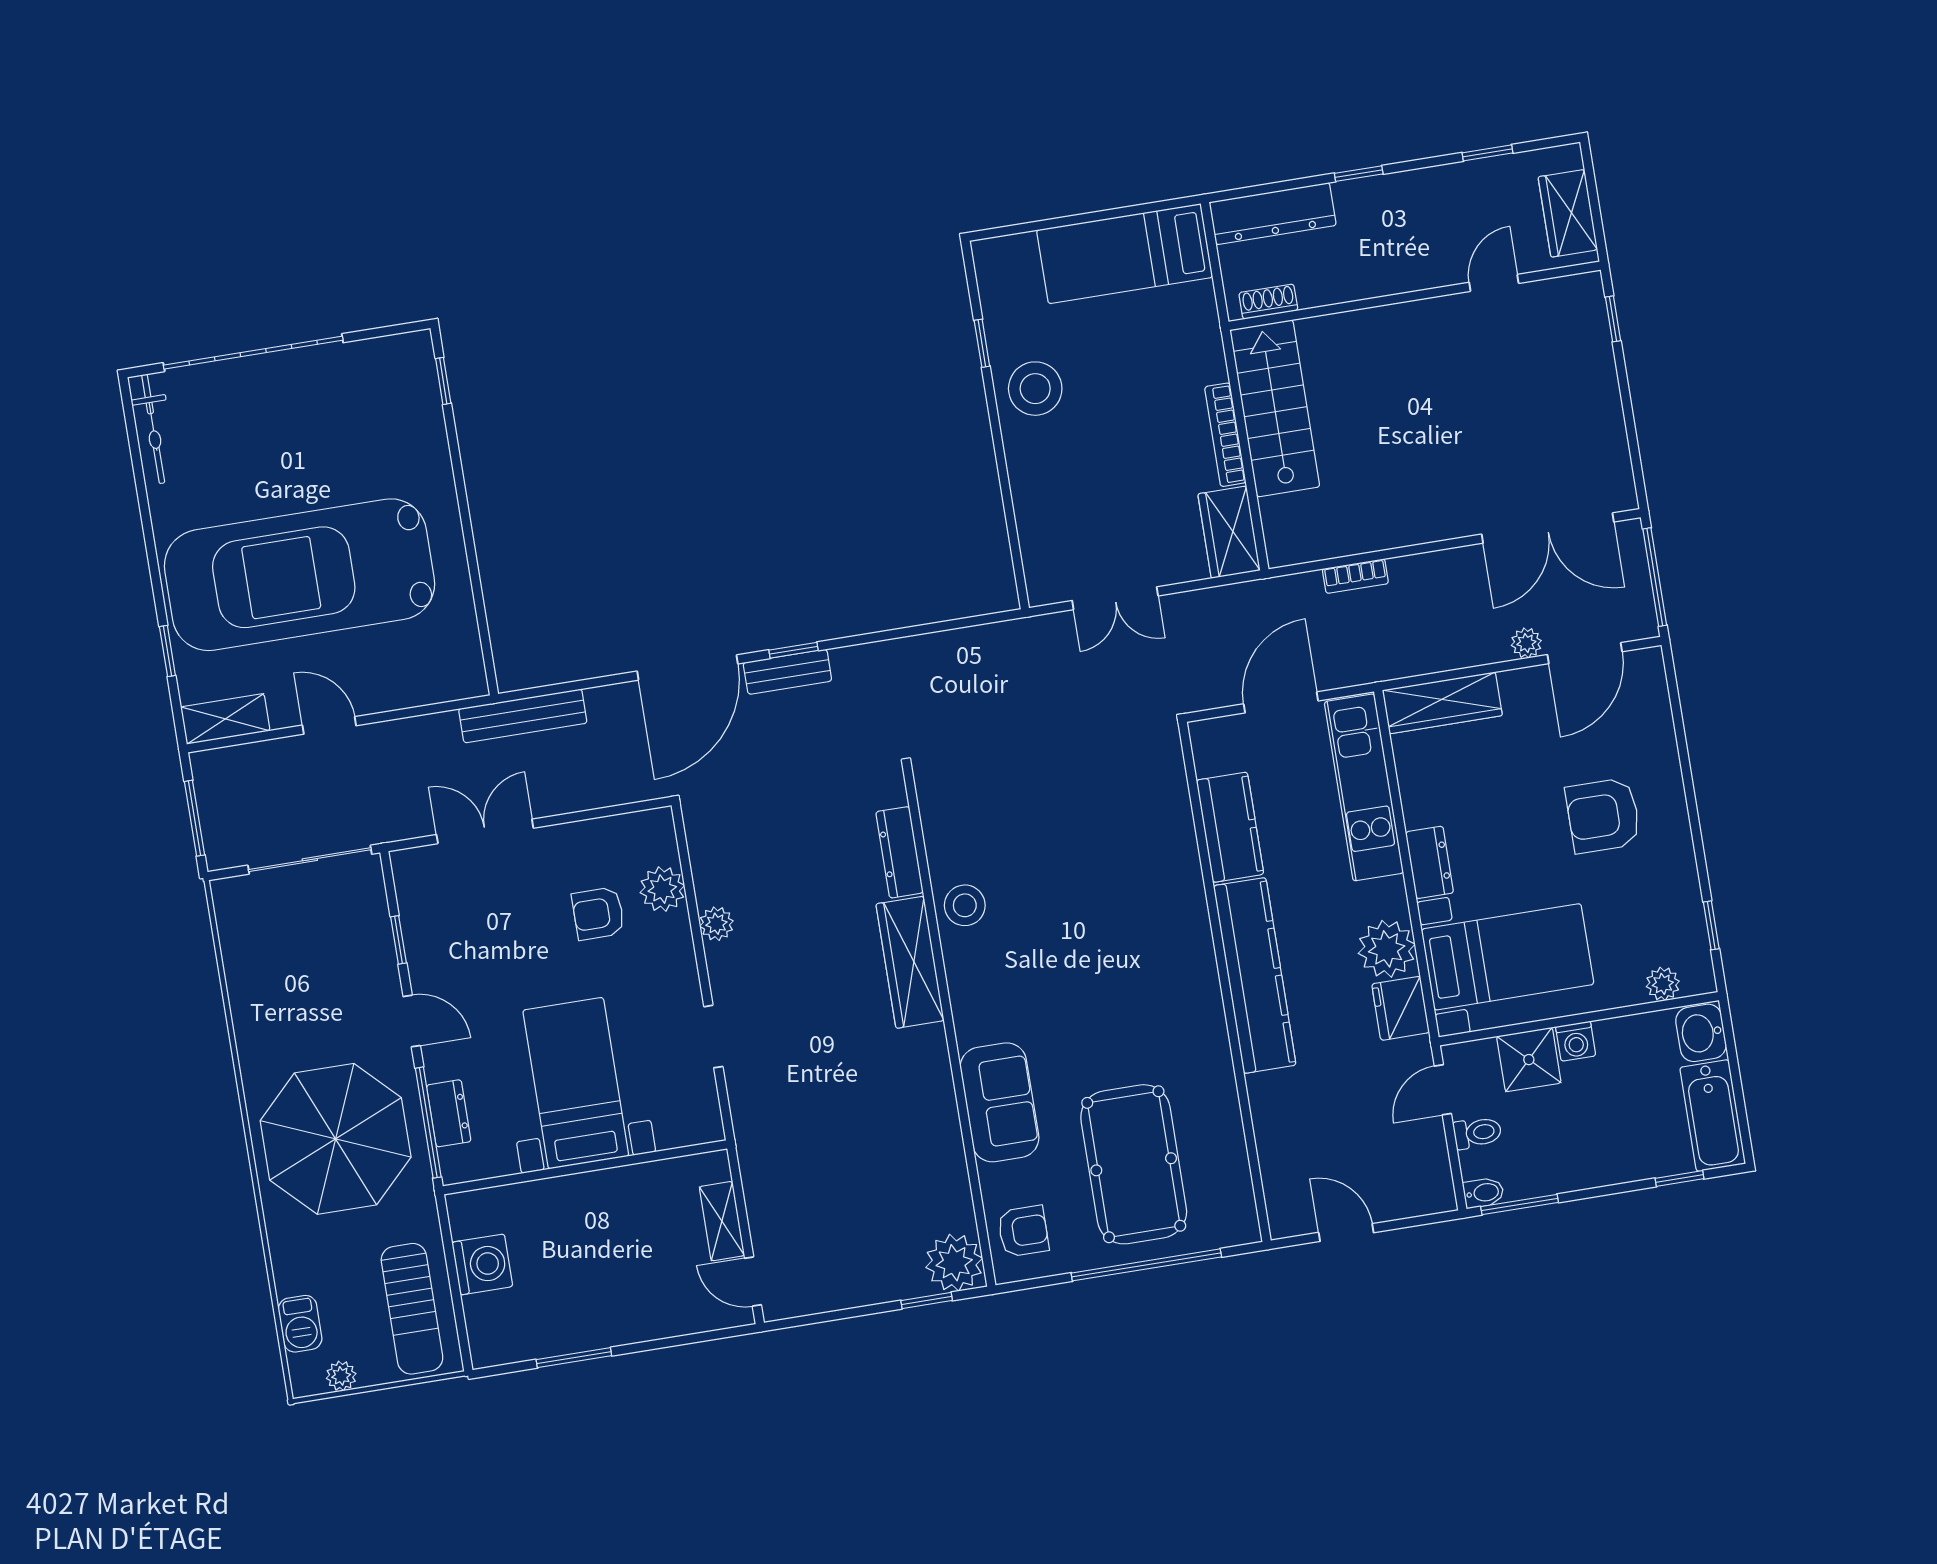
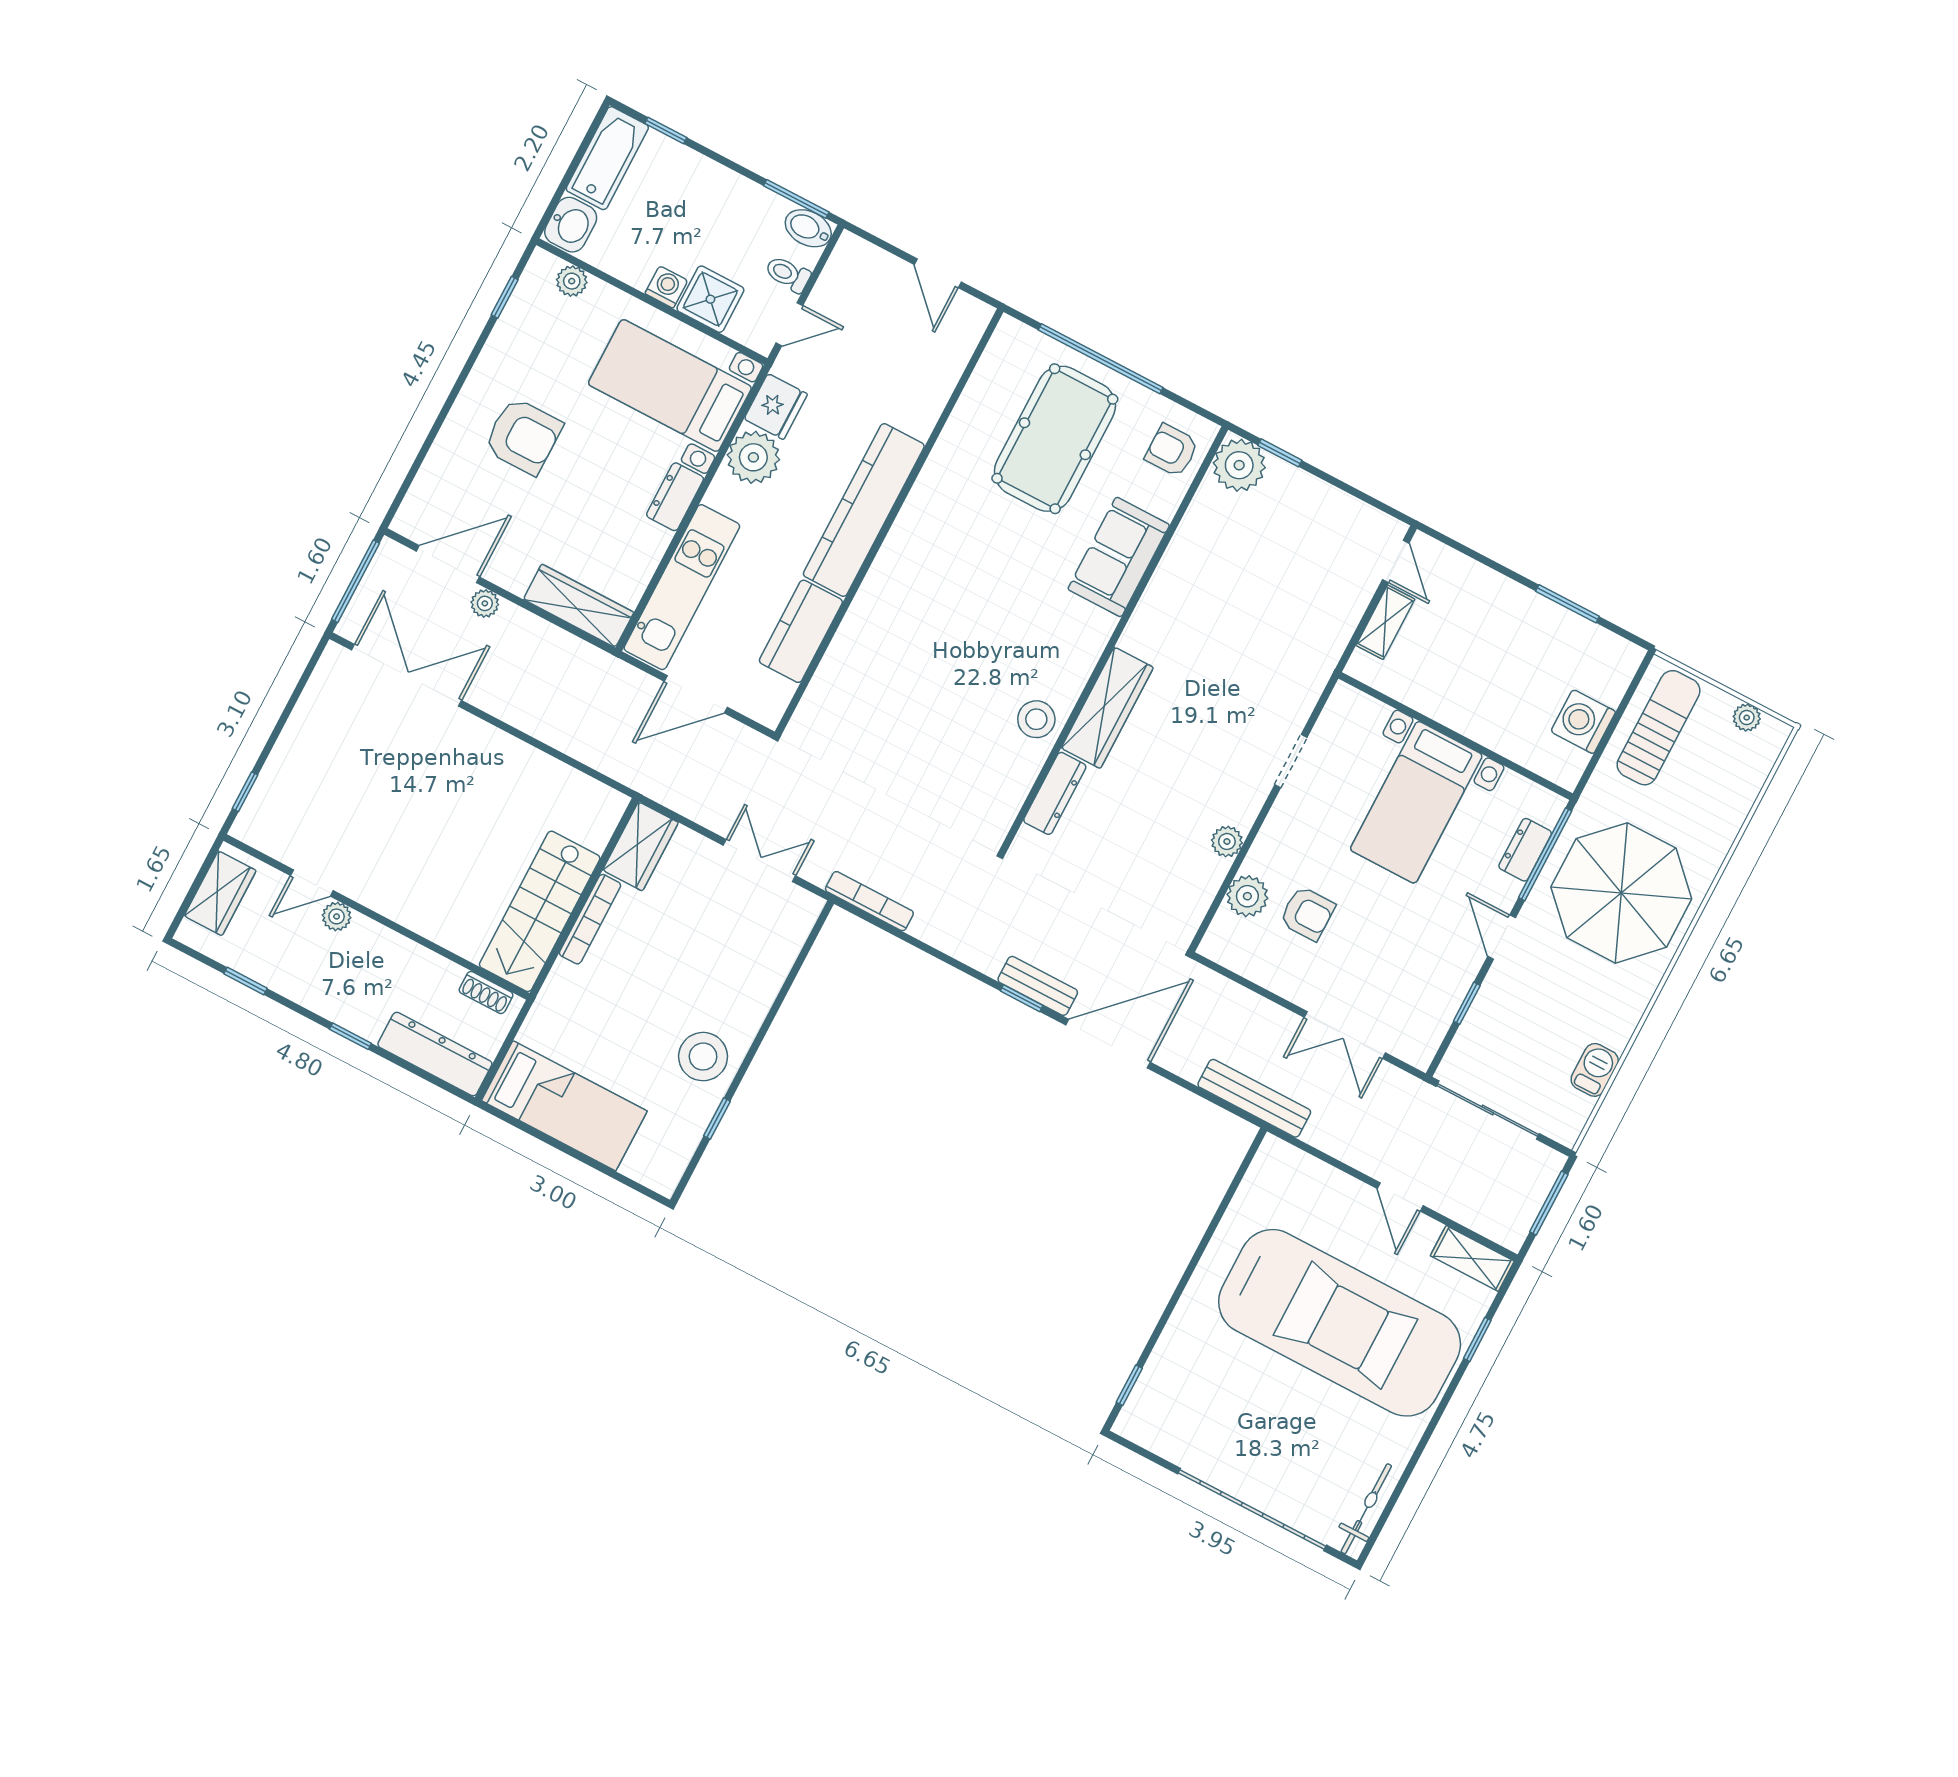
plant: (1450, 270) -> (337, 916), added
bookcase: (1355, 576) -> (869, 901), moved, width x1.56
bidet: (1484, 1193) -> (808, 228), width x1.38, depth x1.36
barbecue: (300, 1324) -> (1595, 1070), moved

